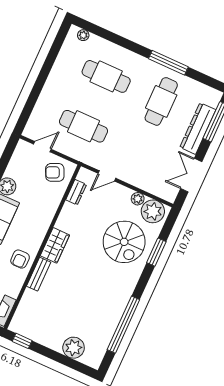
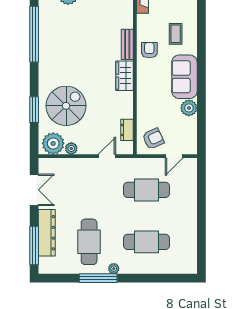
plant: (83, 35) -> (114, 269), moved
spiral stairs: (124, 242) -> (66, 106), turned 90

